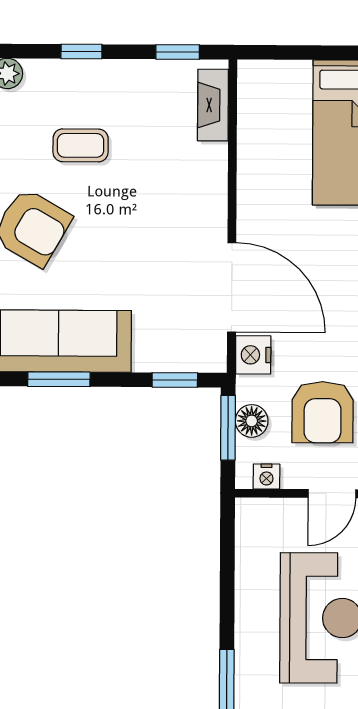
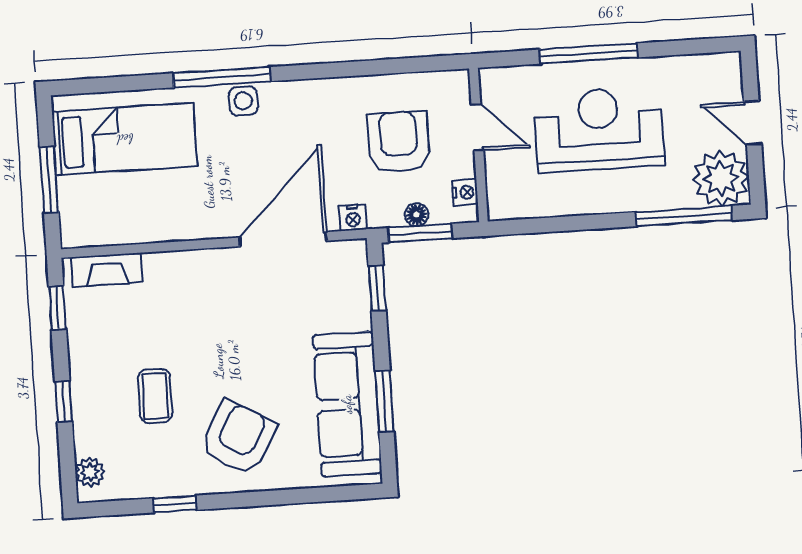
window: (309, 53) -> (49, 180), added
nightstand: (253, 355) -> (353, 218), width x0.72, depth x0.74
armchair: (323, 412) -> (399, 142), turned -90
floor lamp: (252, 421) -> (416, 215), width x0.73, depth x0.73

